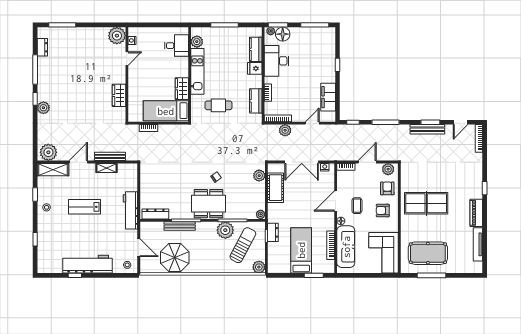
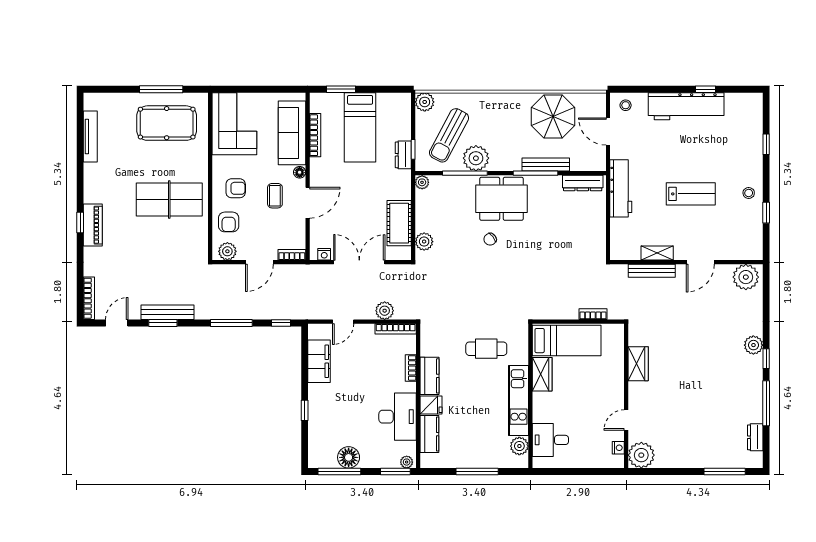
floor lamp: (283, 34) -> (349, 457), moved
kitchen counter: (256, 101) -> (430, 376), moved
shelving: (53, 170) -> (739, 251), removed
piano: (476, 213) -> (93, 225), moved

